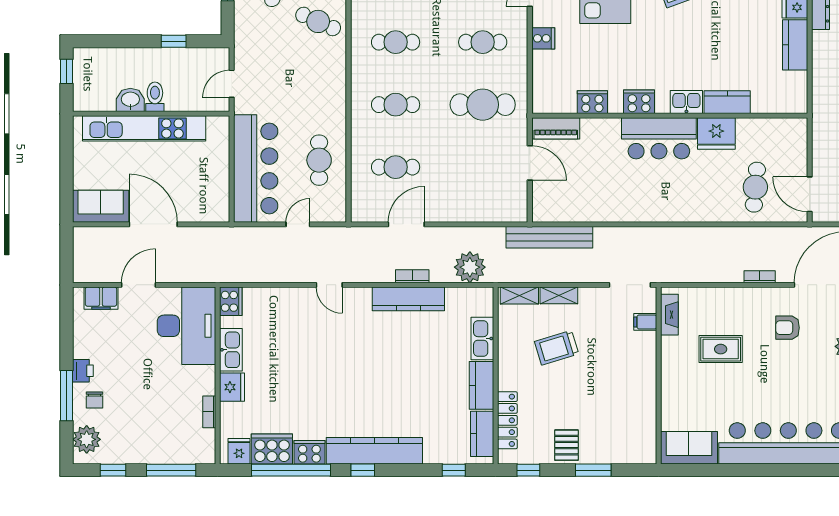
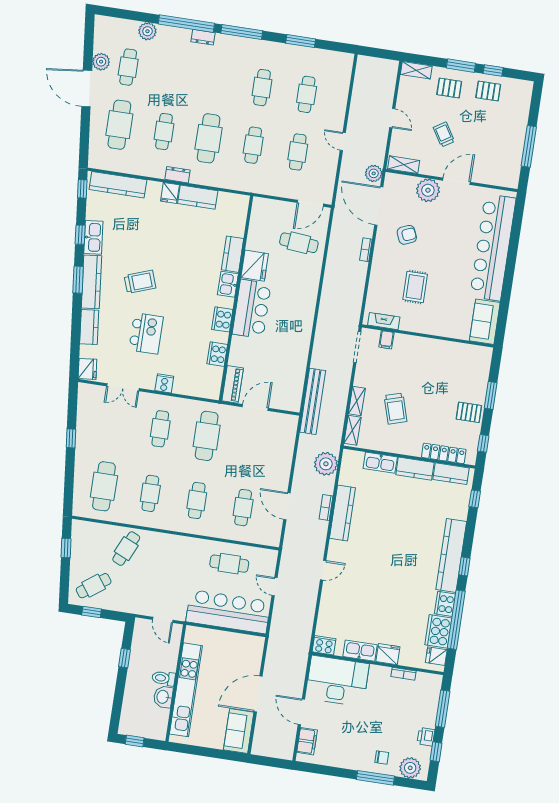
armchair: (788, 328) -> (407, 235), turned -113
printer: (83, 371) -> (426, 737), moved, turned -90

